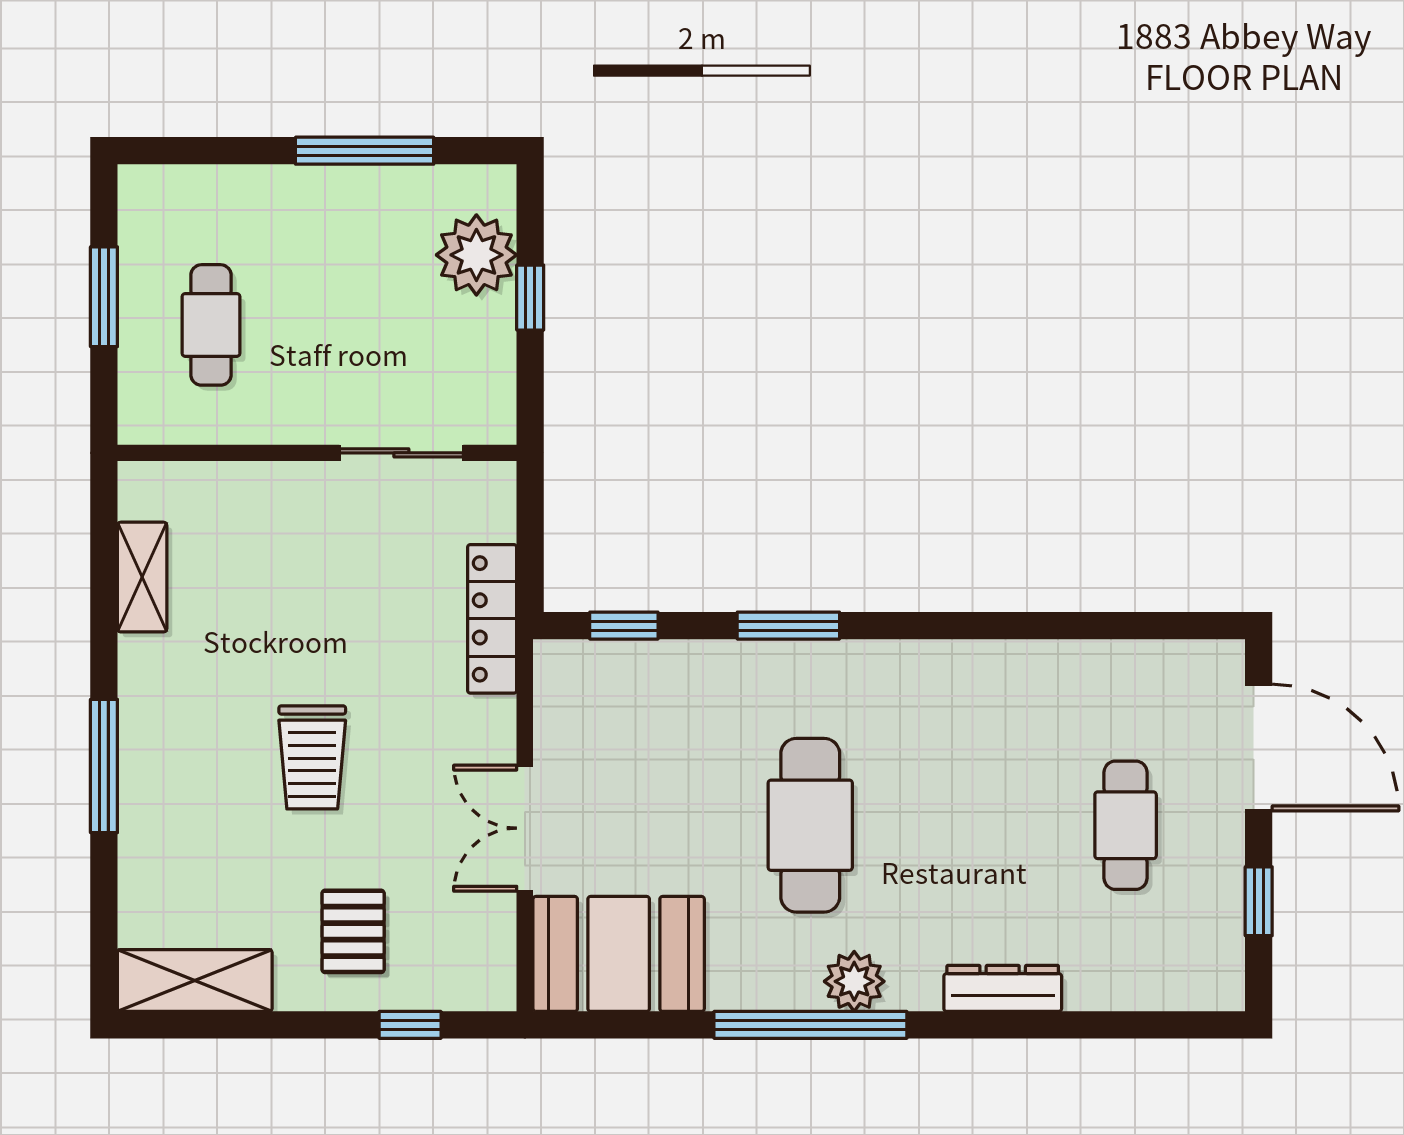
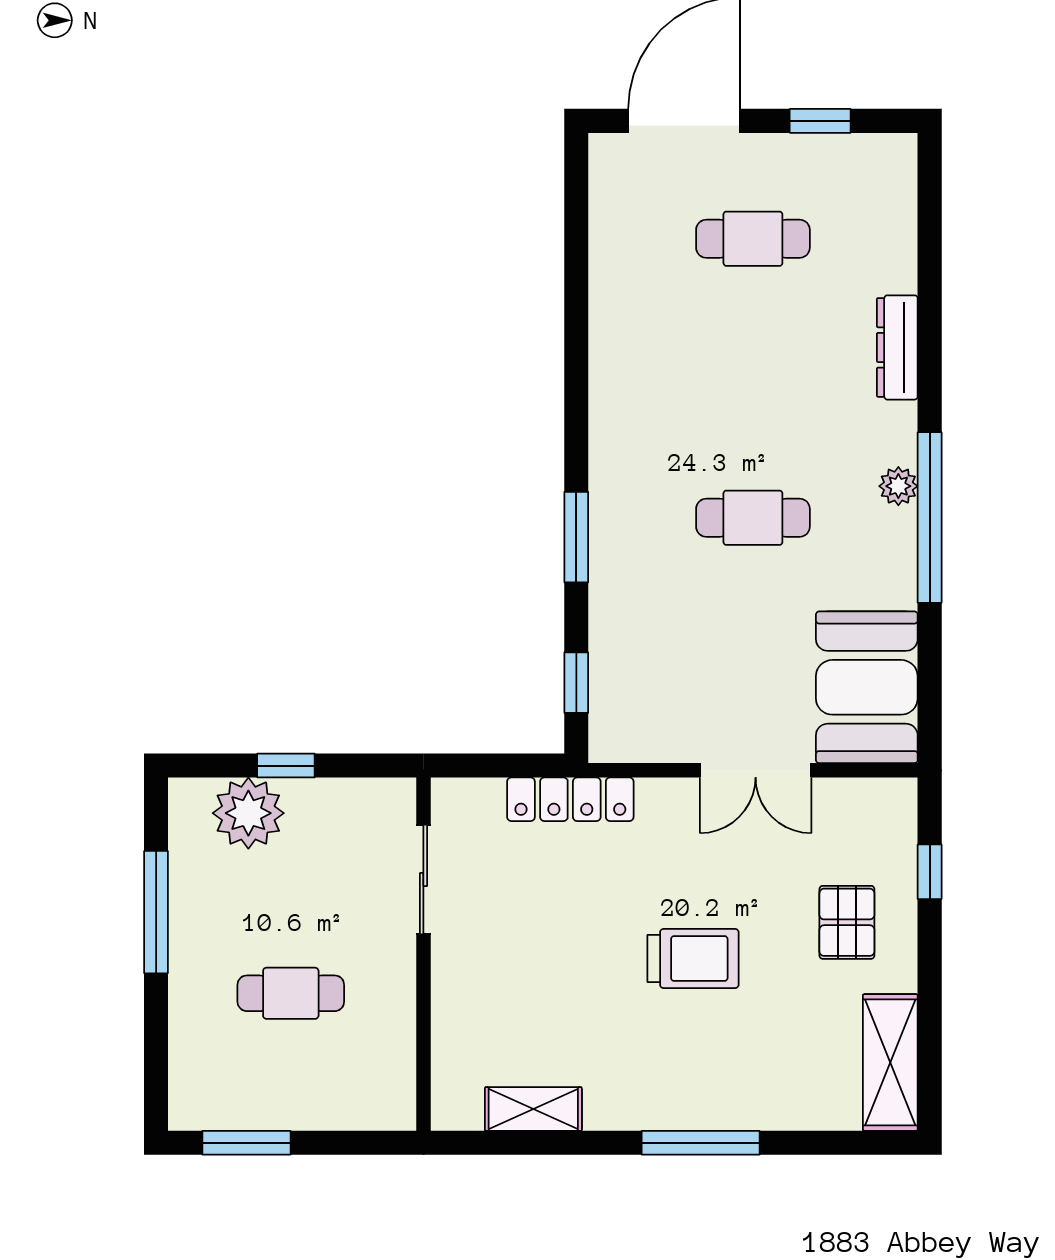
window: (104, 297) -> (246, 1143), moved
cafe table: (211, 325) -> (291, 993), moved
cafe table: (810, 825) -> (753, 518), width x0.73, depth x0.74
pallet: (353, 931) -> (847, 922), turned 90
plant: (854, 981) -> (898, 486), width x0.73, depth x0.73

